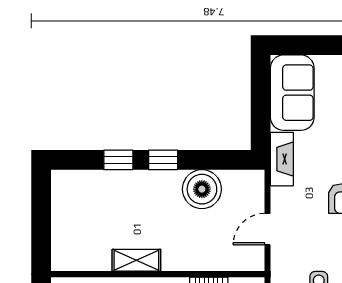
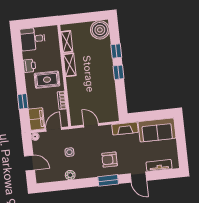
boiler: (202, 189) -> (100, 30), moved
shelving: (87, 261) -> (67, 42), added

